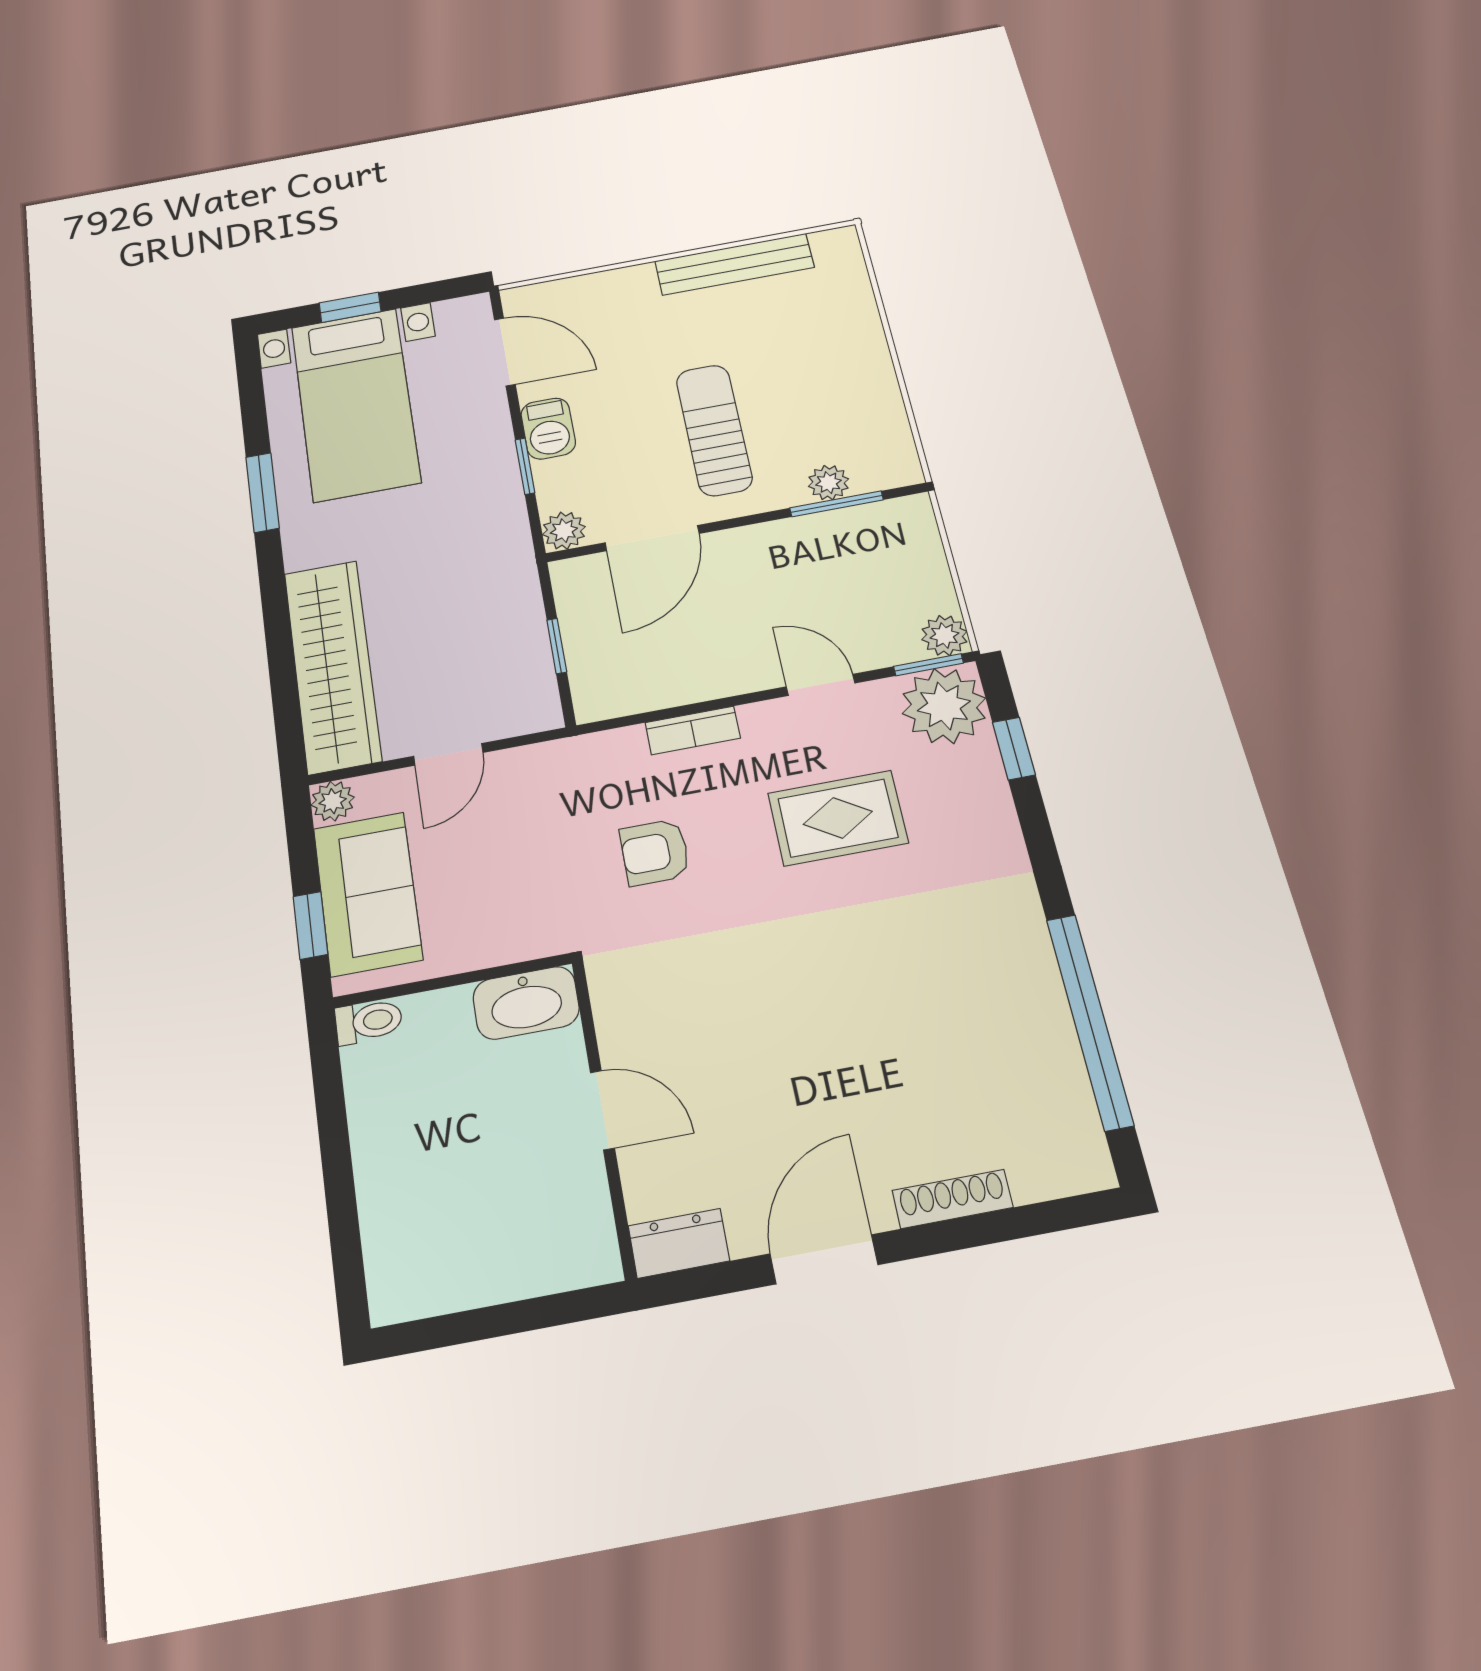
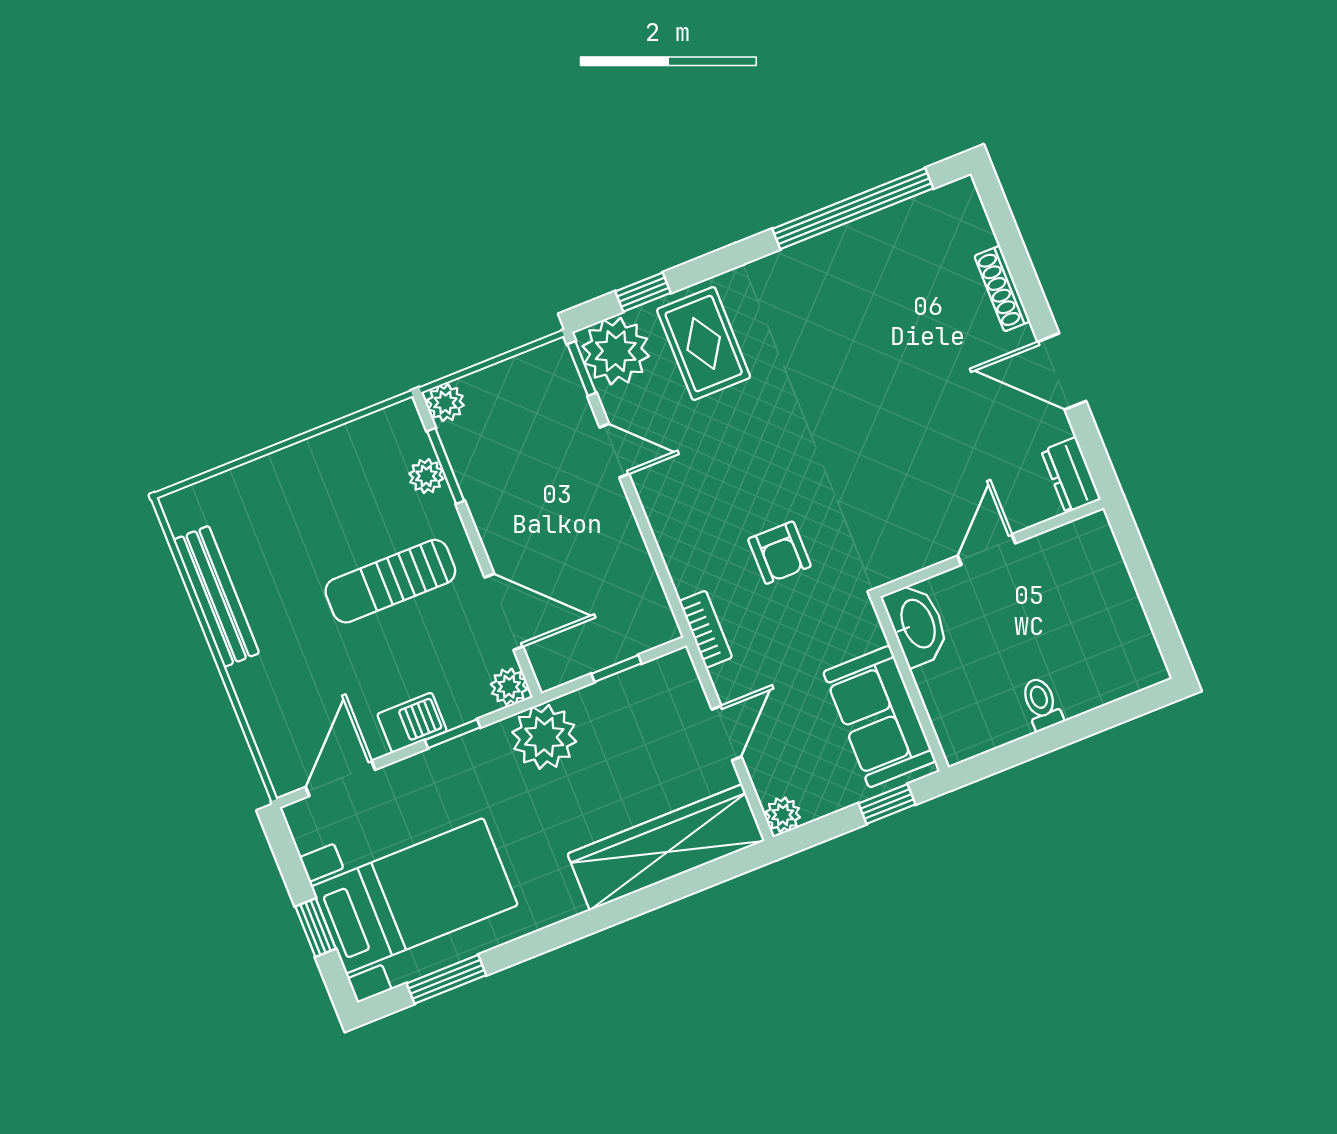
window: (263, 492) -> (446, 979), moved
plant: (497, 558) -> (544, 737), added
plant: (944, 636) -> (445, 403), moved
door: (821, 685) -> (614, 451), swing flipped
bookcase: (693, 730) -> (706, 629), moved
door: (448, 754) -> (727, 733), hinge flipped
rug: (838, 818) -> (704, 343), moved
sofa: (368, 894) -> (879, 717), moved, turned -90
toilet: (369, 1021) -> (1041, 704), moved

